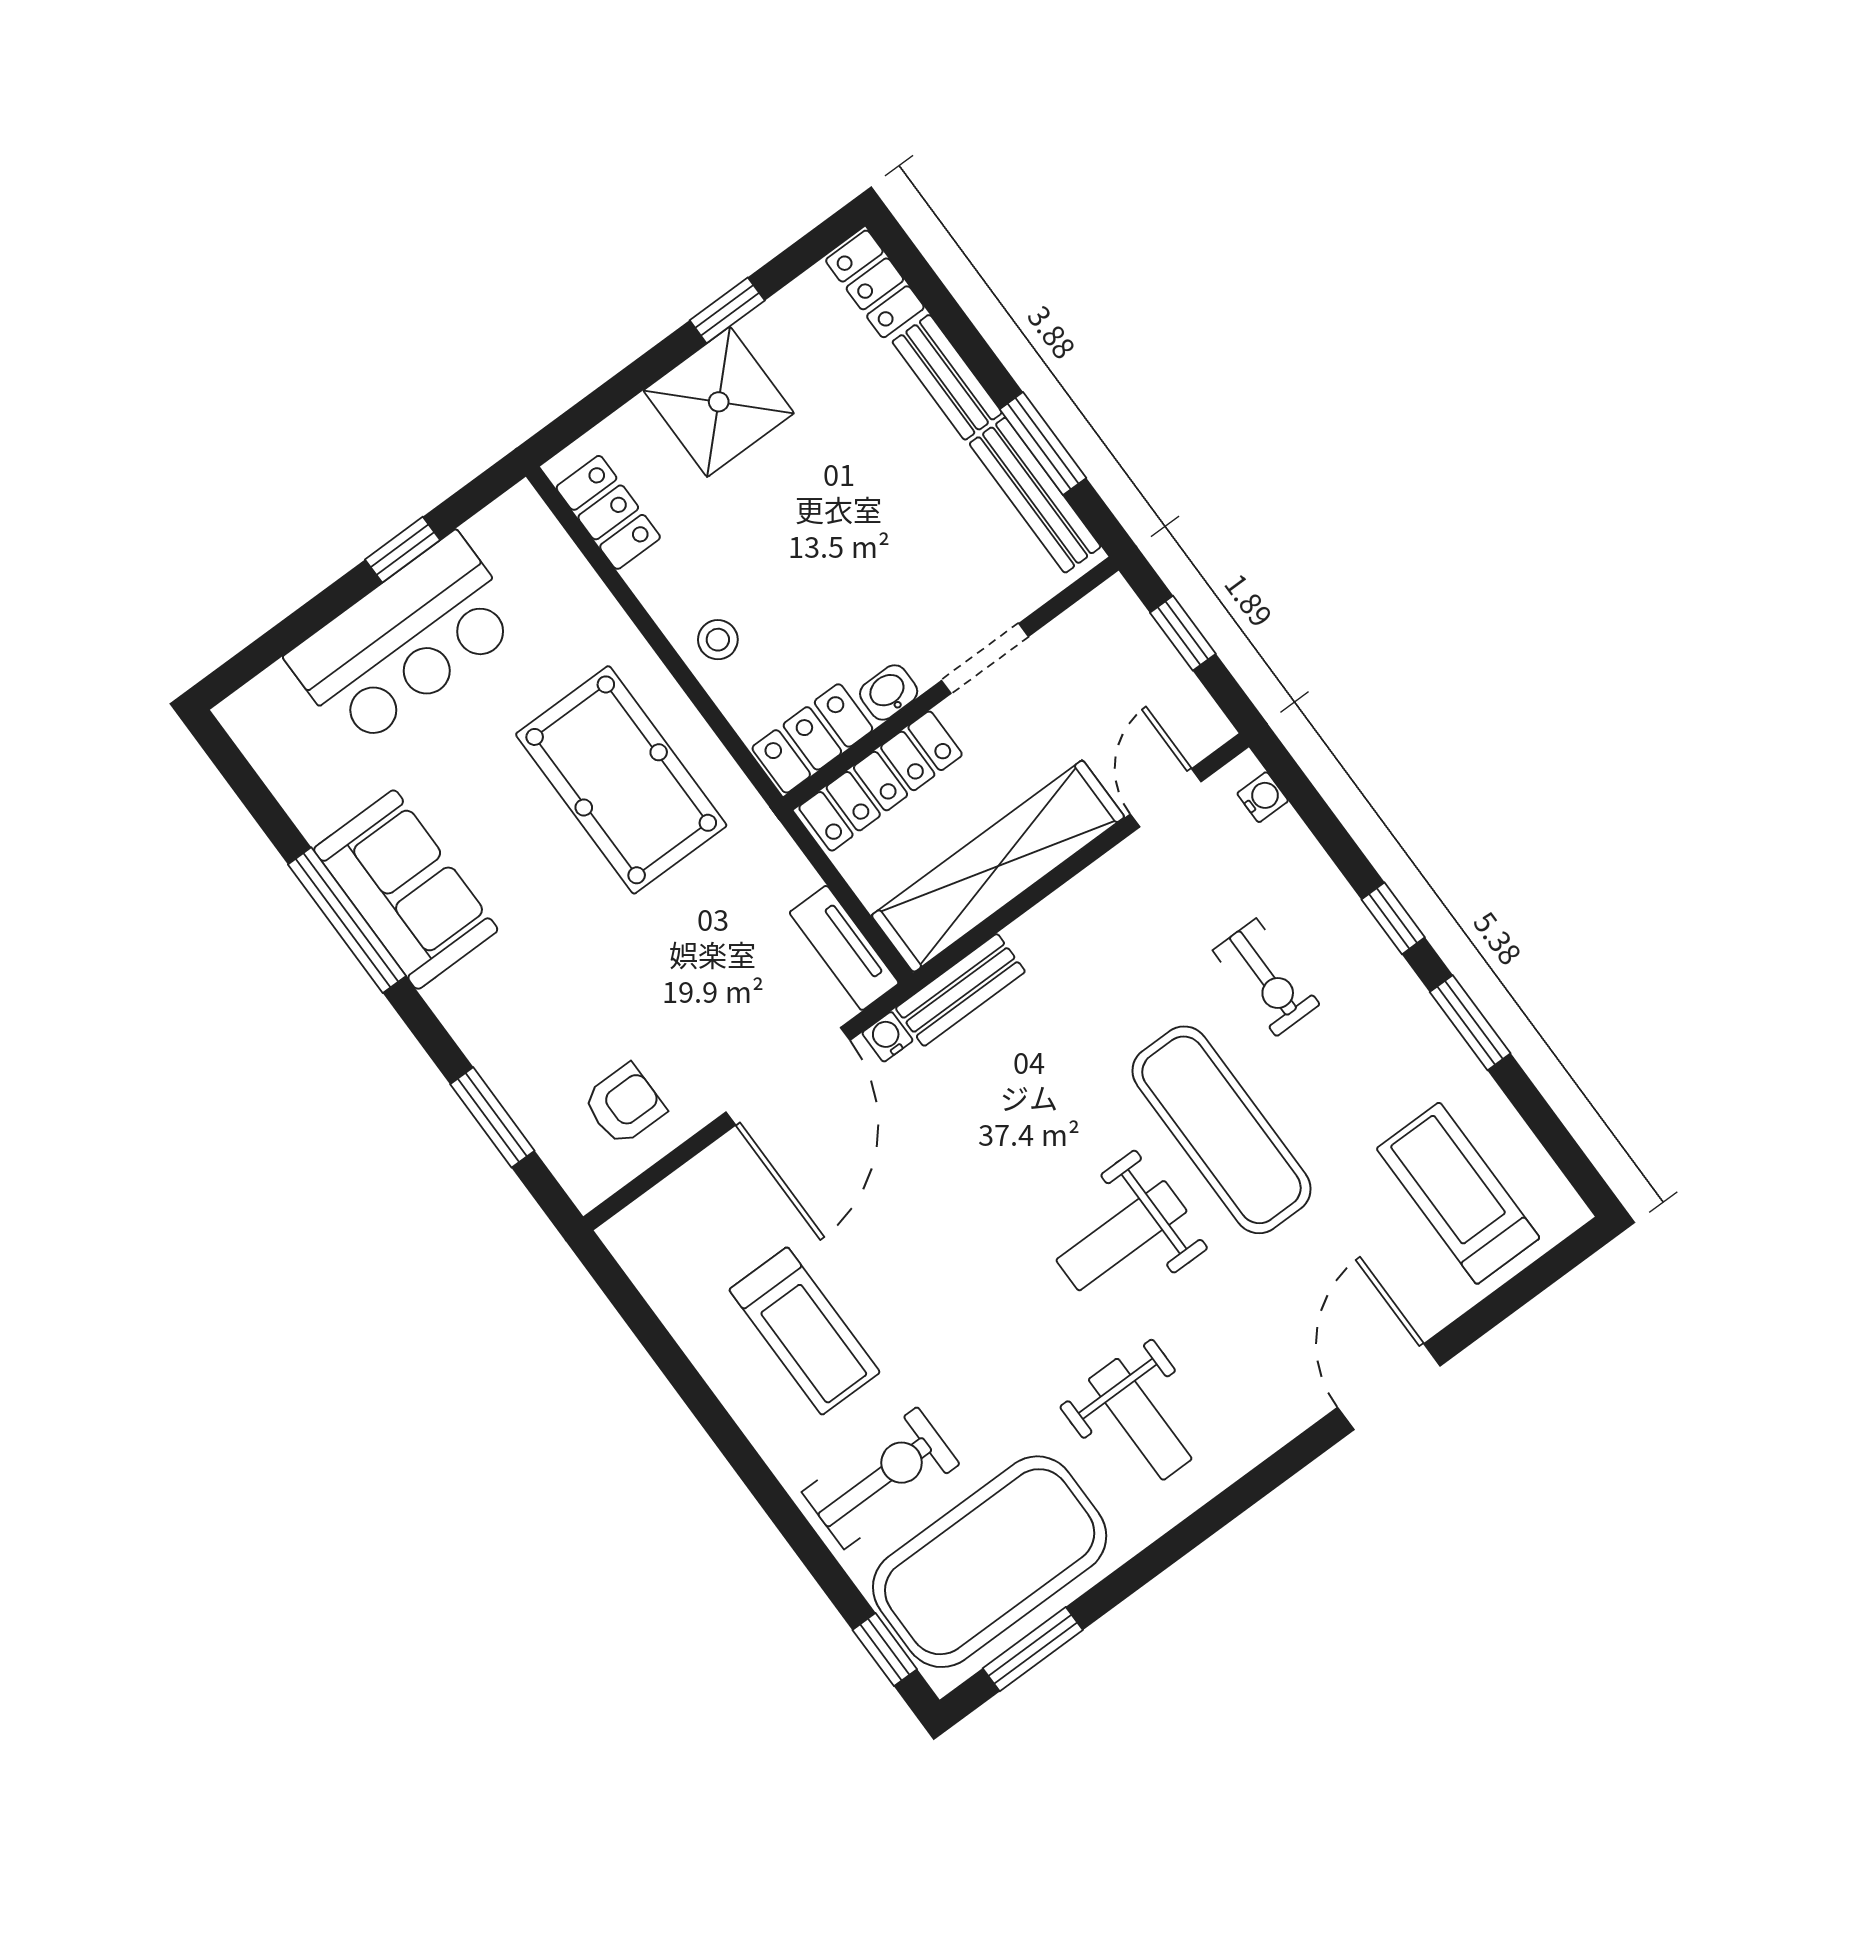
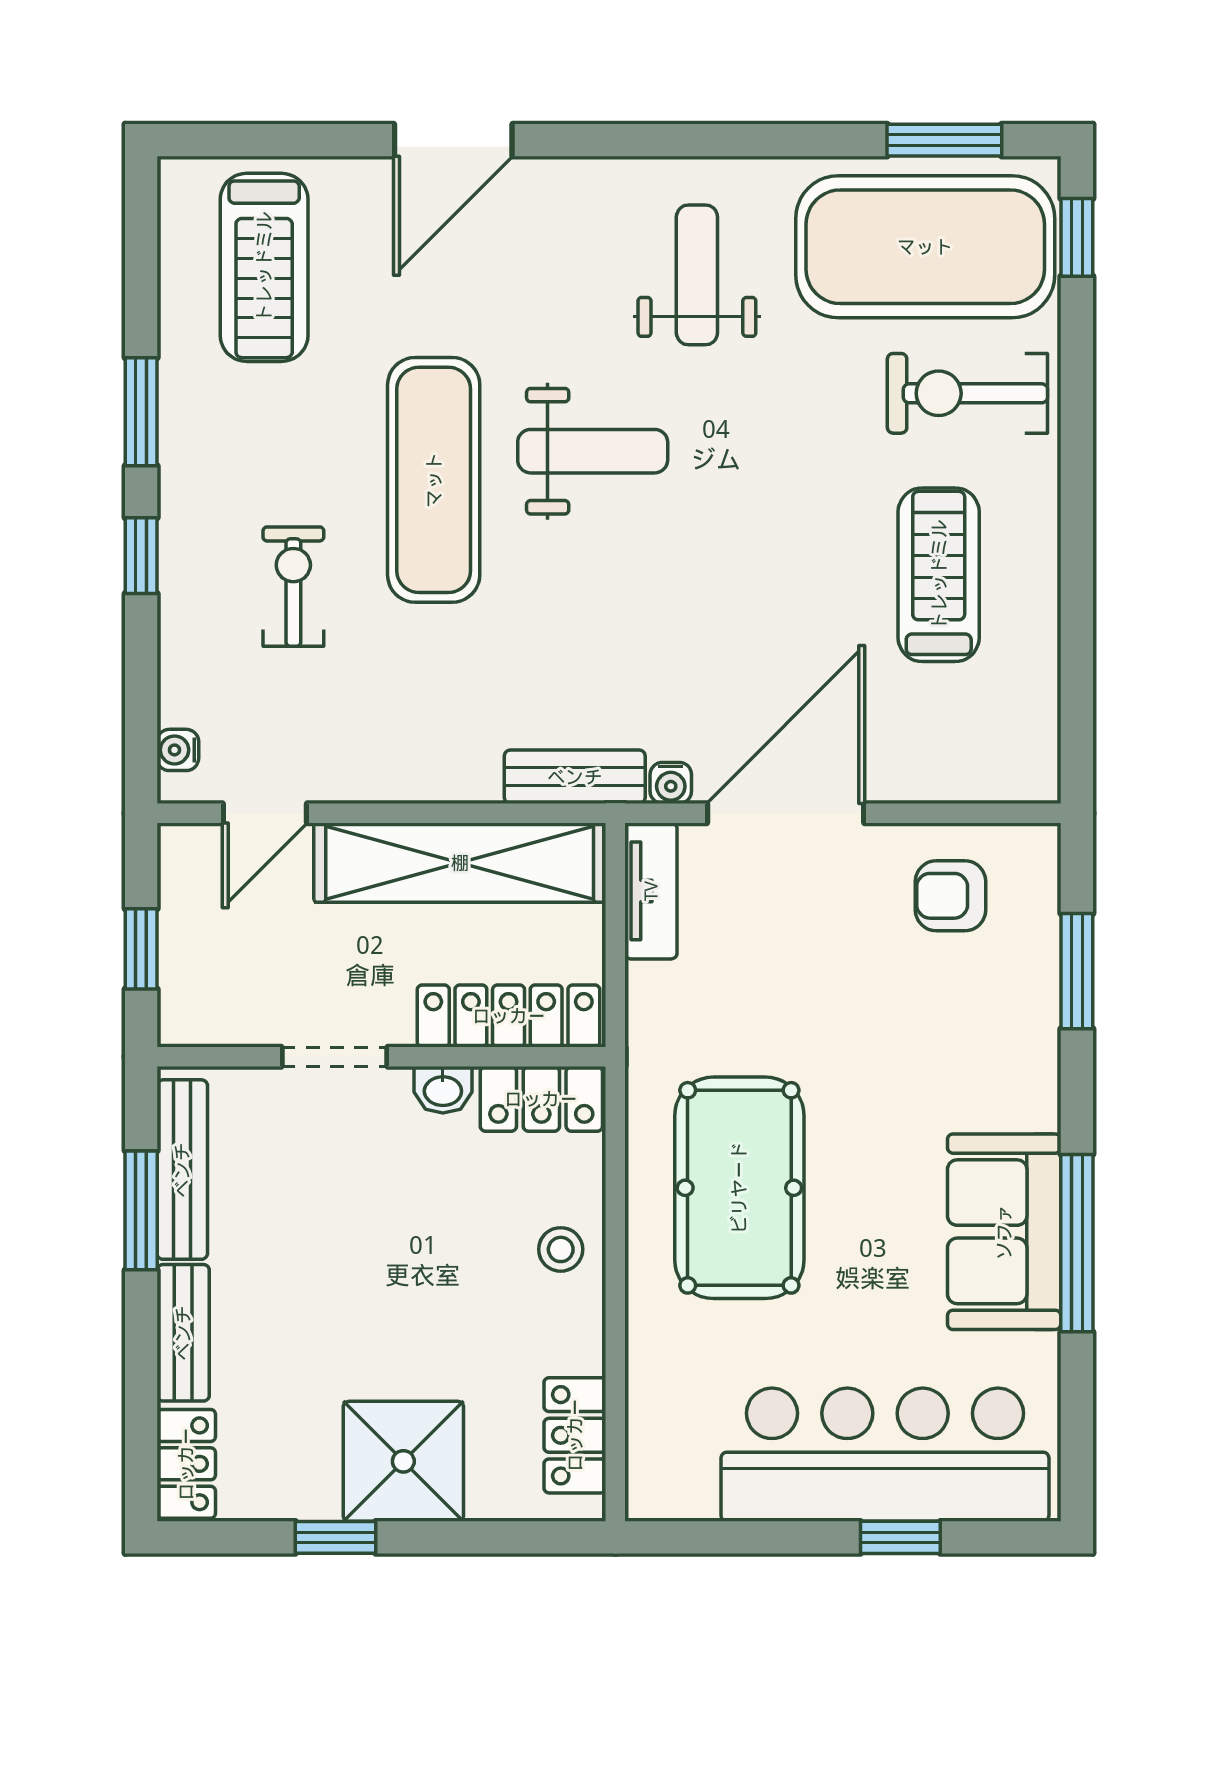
window: (402, 550) -> (900, 1537), moved
bar counter: (405, 641) -> (885, 1455), width x1.36

